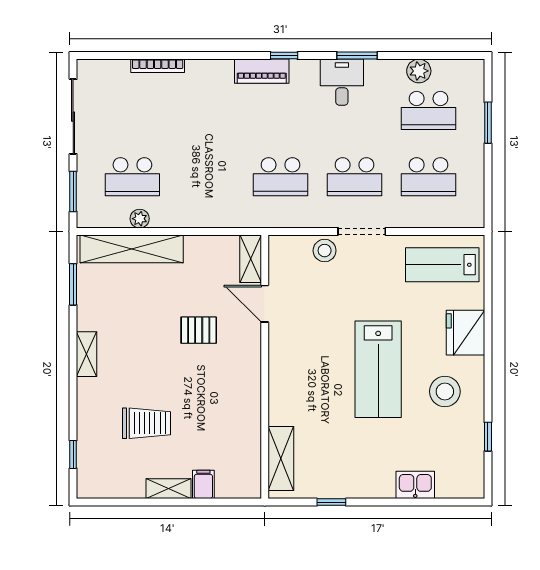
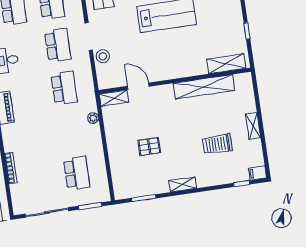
plant: (140, 219) -> (93, 118), moved
shelving: (132, 249) -> (204, 87), moved, turned 90
door: (265, 304) -> (138, 86), swing flipped
pallet: (199, 330) -> (149, 147), moved, turned 90
trolley: (146, 423) -> (217, 144), turned -90
filing cabinet: (203, 484) -> (257, 173), moved

